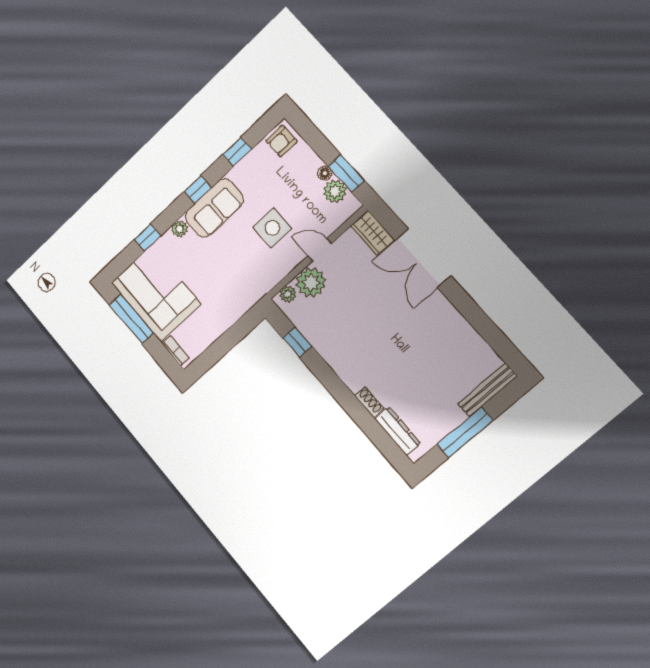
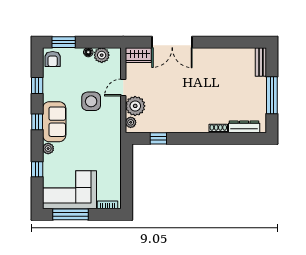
window: (346, 173) -> (64, 42), moved
bench: (487, 390) -> (261, 62), width x0.73

